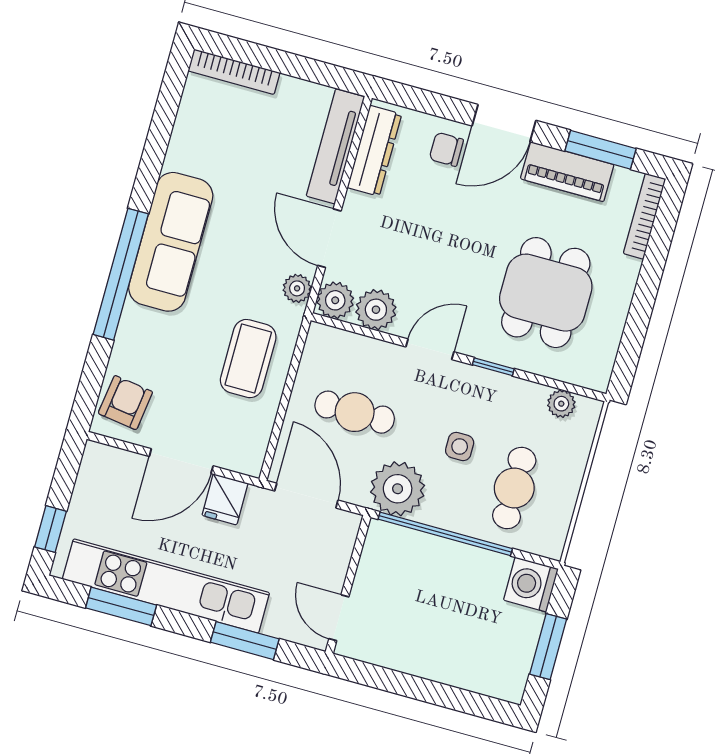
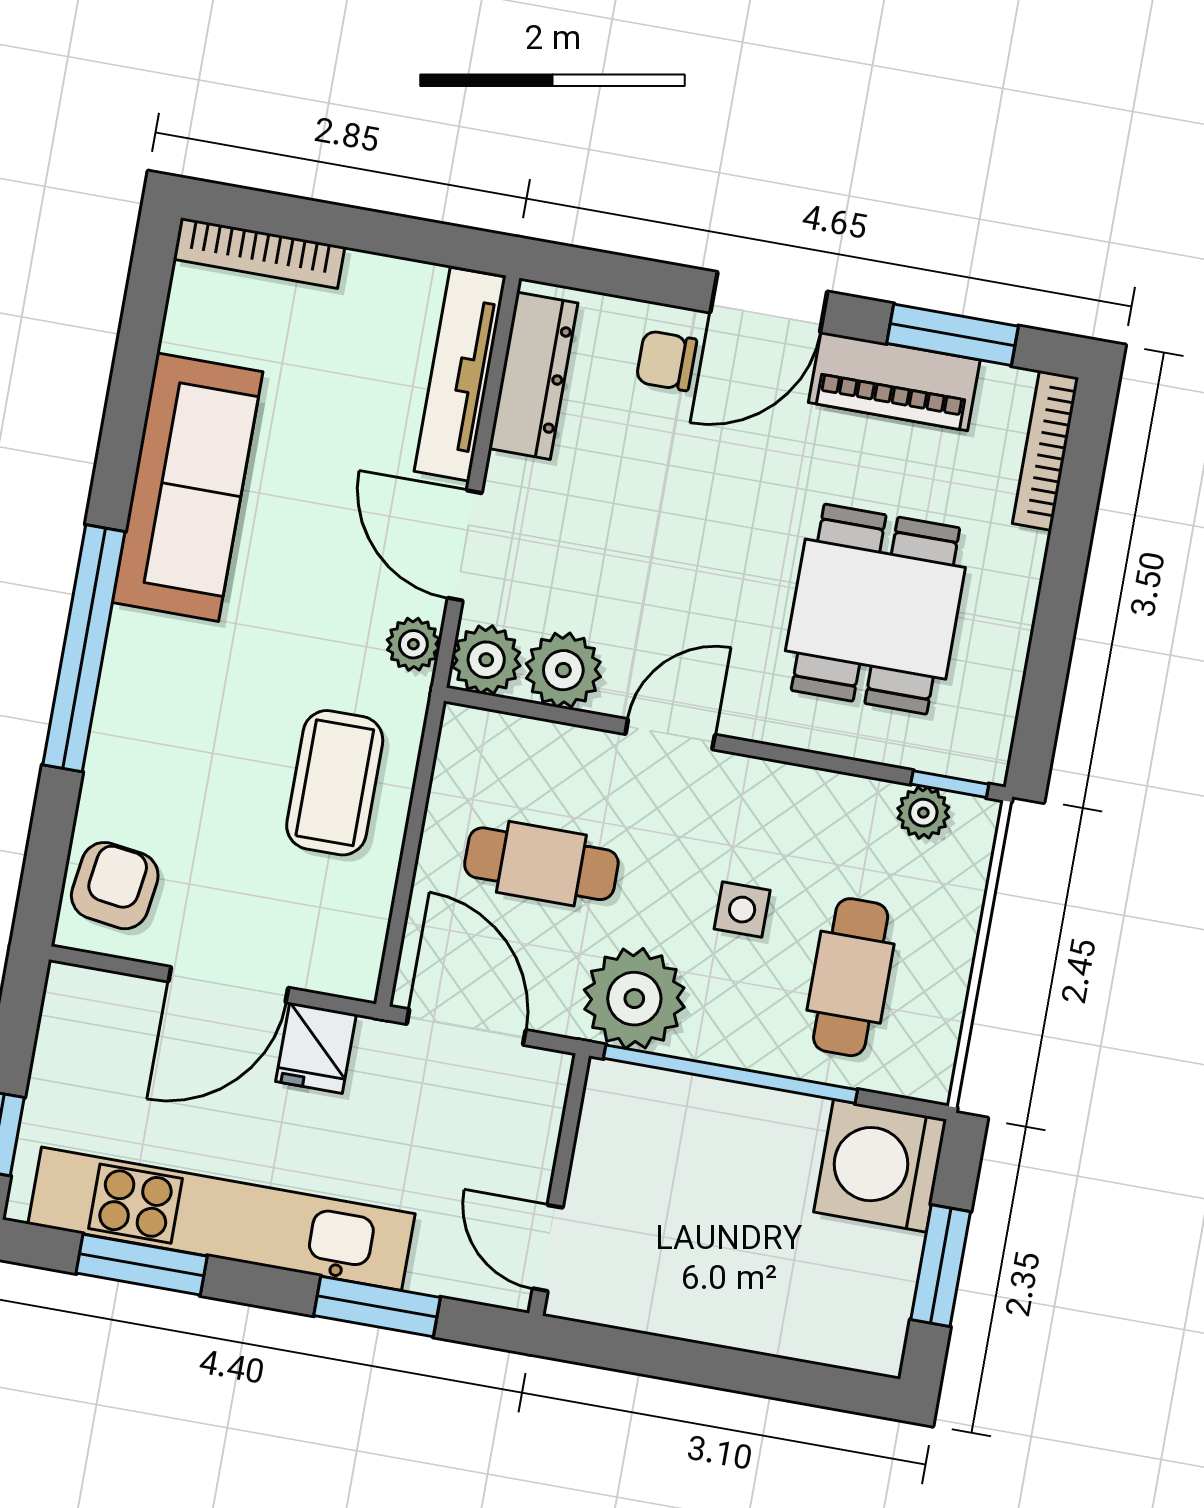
sofa: (171, 242) -> (188, 487), moved
window: (493, 367) -> (950, 784), moved
washing machine: (531, 584) -> (880, 1166), width x1.37, depth x1.37

